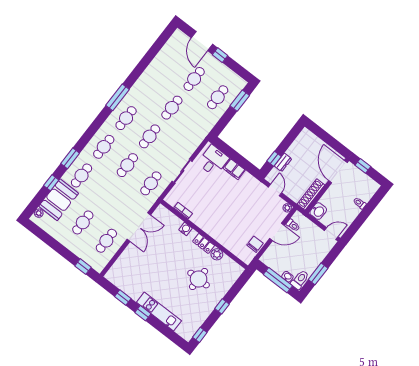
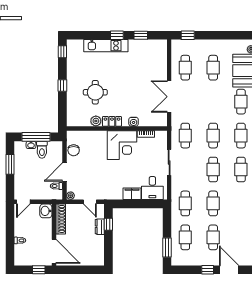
cafe table: (195, 126) -> (185, 203), added
corner desk: (211, 217) -> (122, 145), added
toilet: (300, 280) -> (42, 150), moved

